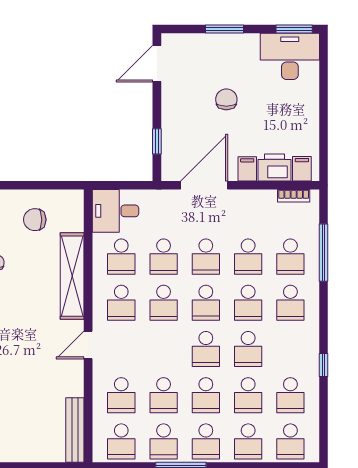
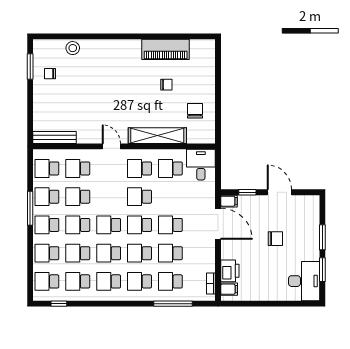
window: (294, 29) -> (322, 270), moved
door: (157, 64) -> (279, 192), moved
filing cabinet: (247, 169) -> (229, 201), moved
school desk: (164, 257) -> (109, 281), moved
window: (324, 365) -> (59, 304), moved

